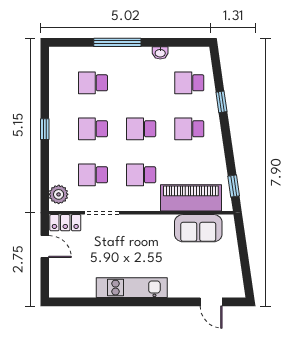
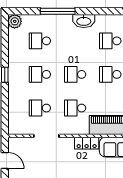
washbasin: (160, 53) -> (84, 21), width x1.91, depth x1.45
plant: (59, 194) -> (15, 21), moved
locker: (65, 223) -> (87, 143), moved

